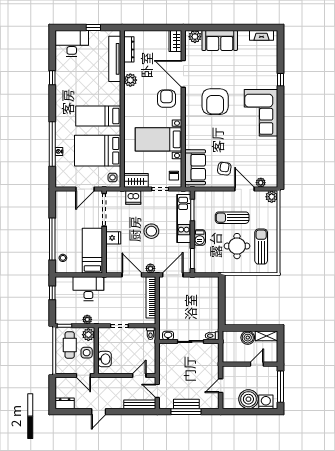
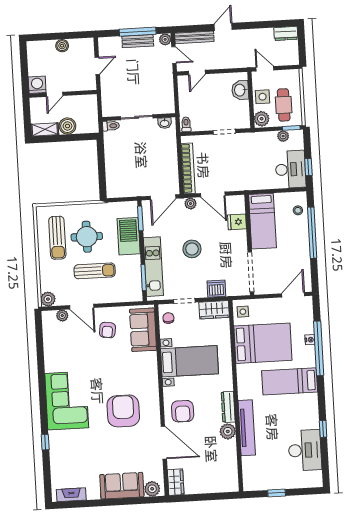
desk: (72, 43) -> (305, 450), moved, turned -90
dresser: (129, 49) -> (228, 407), moved
tv unit: (115, 59) -> (247, 428), moved
bed: (98, 116) -> (290, 381), moved, turned 180
door: (85, 189) -> (293, 295), moved
fridge: (113, 238) -> (237, 222), moved
barbecue: (200, 238) -> (129, 236), width x1.88, depth x1.53
desk: (88, 289) -> (291, 169), moved, turned -90
plant: (87, 319) -> (283, 136), moved
window: (280, 387) -> (24, 69), removed
boiler: (248, 399) -> (62, 46), width x0.54, depth x0.54
washing machine: (266, 402) -> (37, 85), moved, turned 180
plant: (164, 404) -> (165, 39), added
door: (99, 412) -> (223, 27), moved

